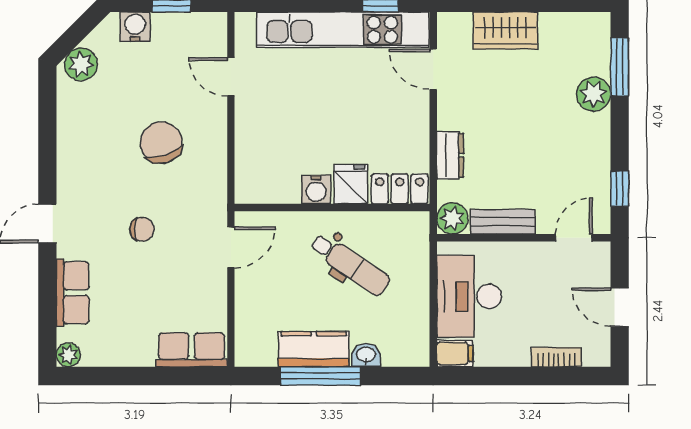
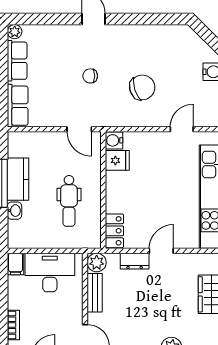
plant: (81, 64) -> (189, 39), removed
door: (433, 69) -> (161, 251), moved
fridge: (351, 184) -> (117, 160), moved
water cooler: (316, 190) -> (114, 140), moved
chair: (142, 229) -> (90, 76), turned 90
dental chair: (350, 264) -> (69, 201), turned -34
row of seats: (73, 293) -> (17, 61), moved, turned -90

